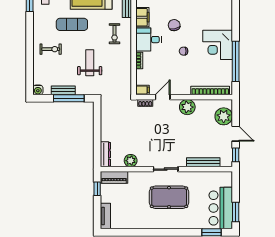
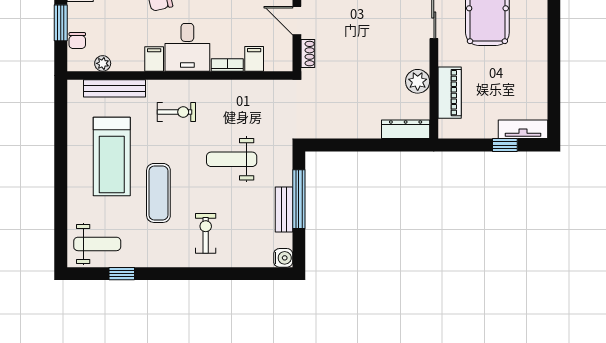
filing cabinet: (142, 17) -> (154, 59), width x0.50
filing cabinet: (142, 90) -> (254, 59), moved
piano: (114, 177) -> (450, 93), moved
window: (97, 189) -> (505, 145), moved

